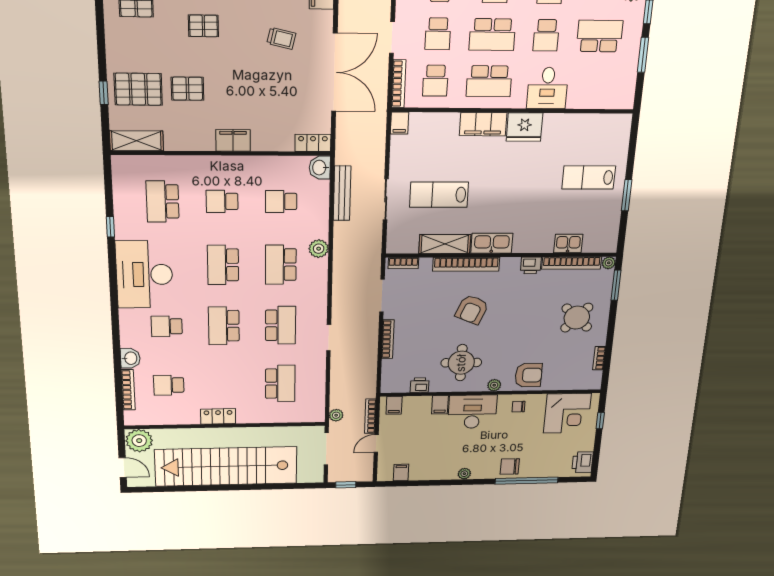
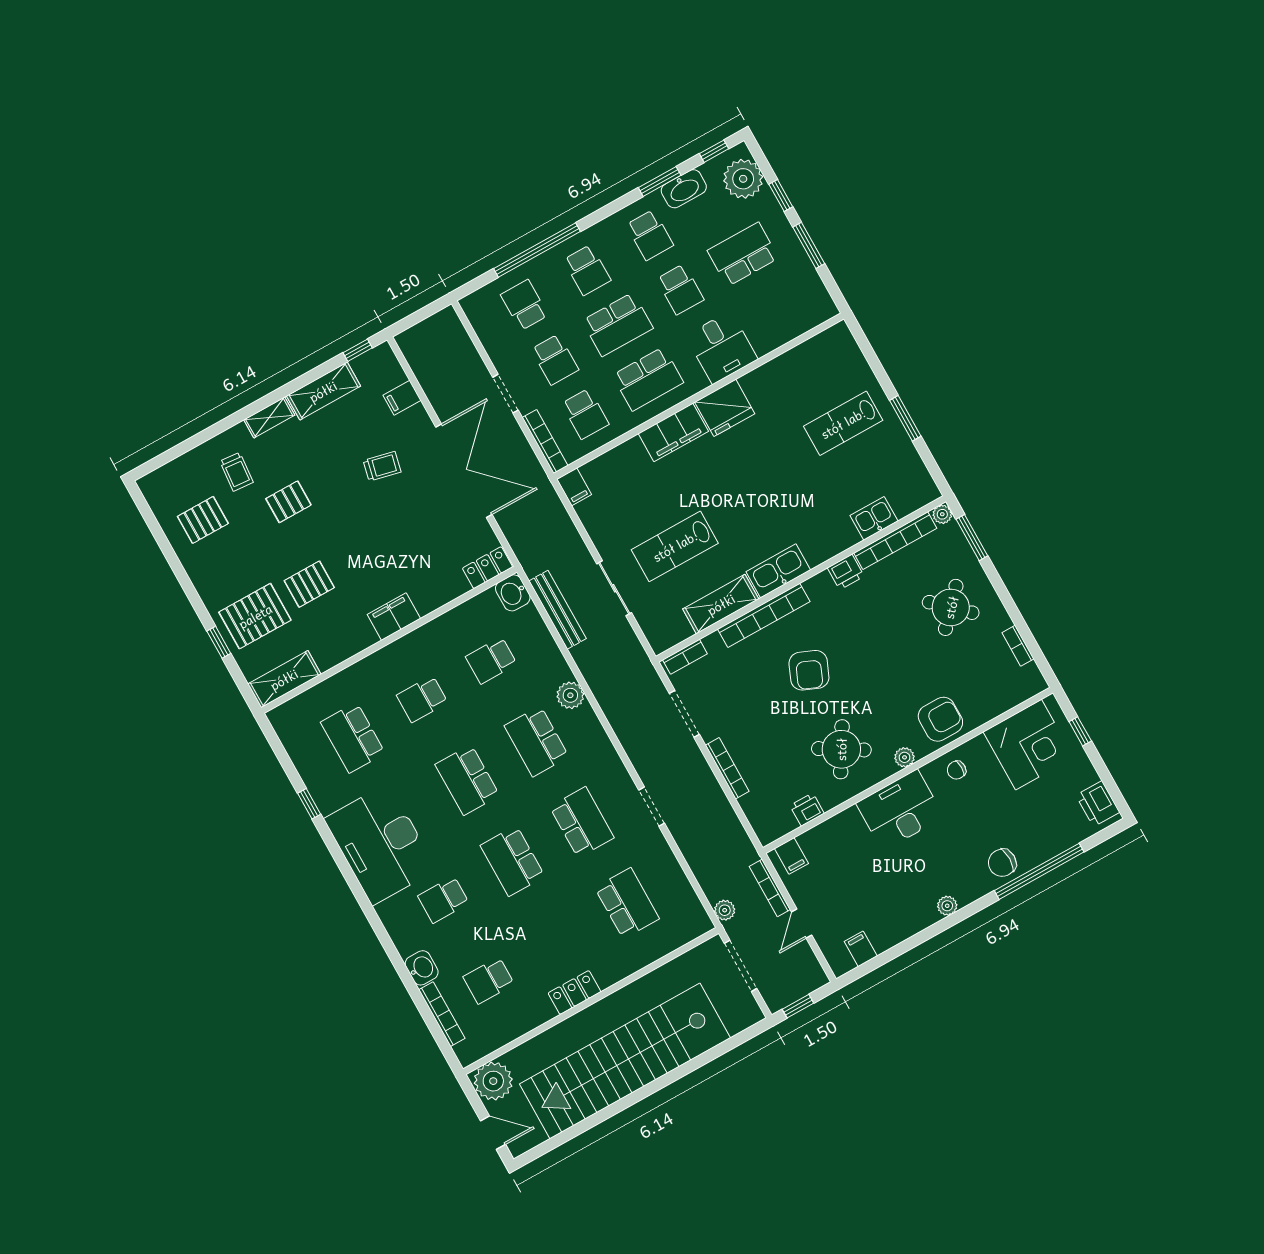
round table: (461, 363) -> (841, 749), turned 31
filing cabinet: (440, 405) -> (851, 823), removed

